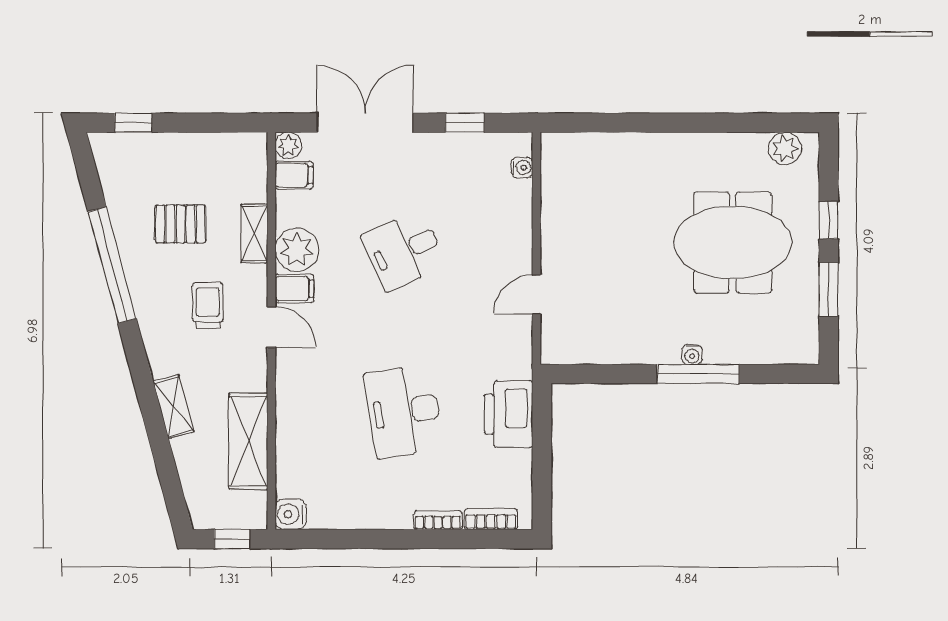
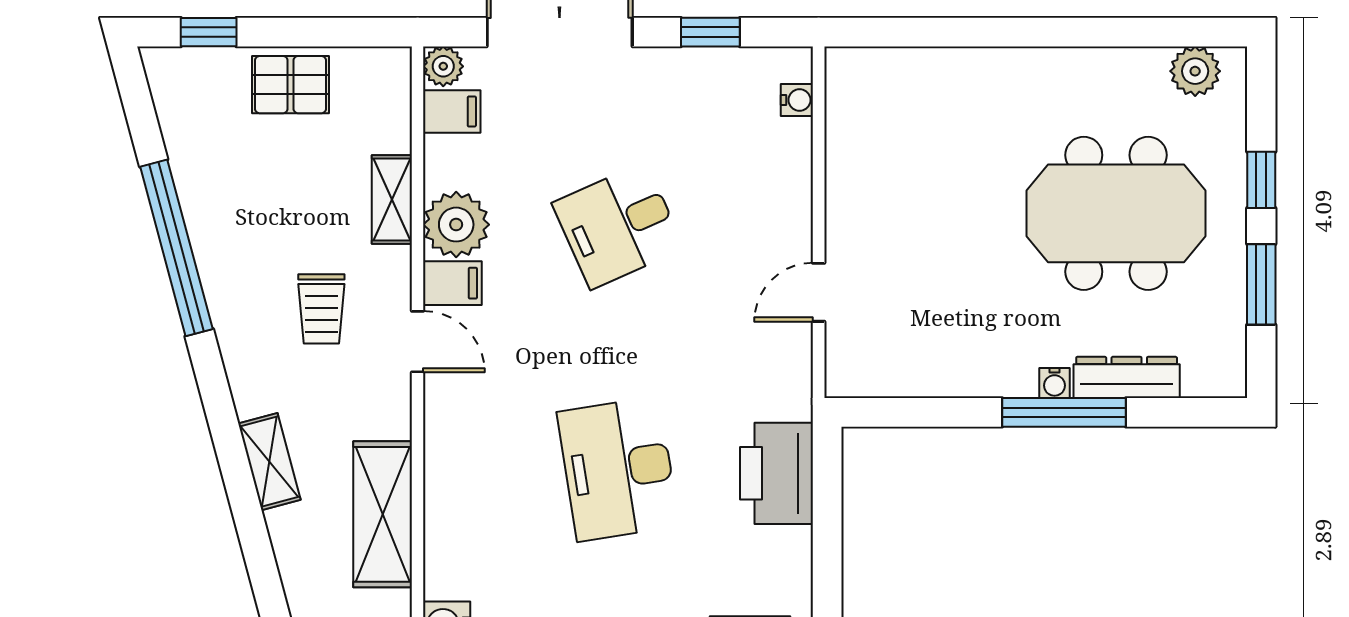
pallet: (180, 224) -> (291, 85), moved
trolley: (208, 305) -> (321, 309), turned 180
dresser: (740, 351) -> (1127, 377), added

